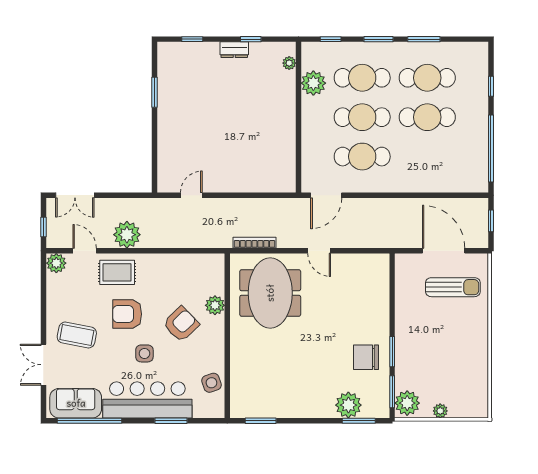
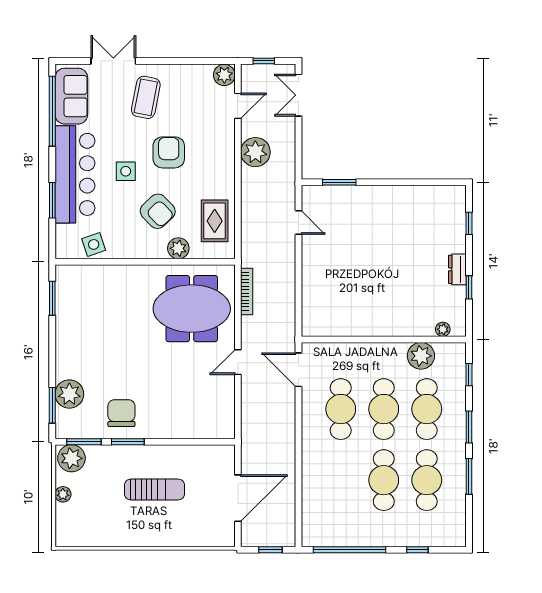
window: (154, 92) -> (339, 182), moved
rug: (117, 272) -> (215, 221), moved
sun lounger: (453, 287) -> (155, 489), moved, turned -90

